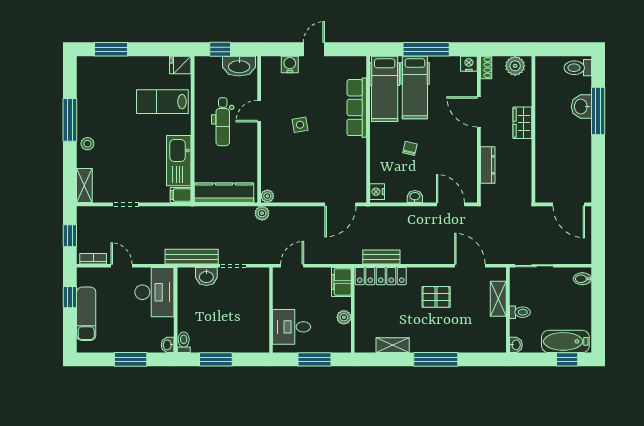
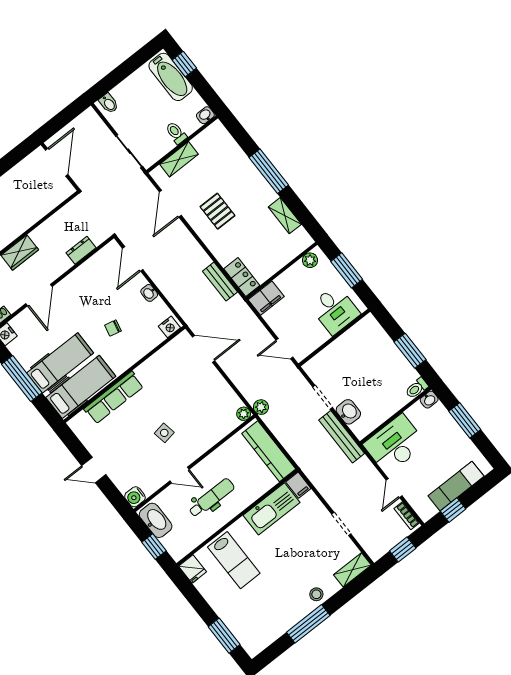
water cooler: (290, 65) -> (135, 497), moved
dresser: (488, 165) -> (81, 250), width x0.70
locker: (381, 276) -> (242, 277), width x0.66
plant: (344, 317) -> (310, 260), moved

